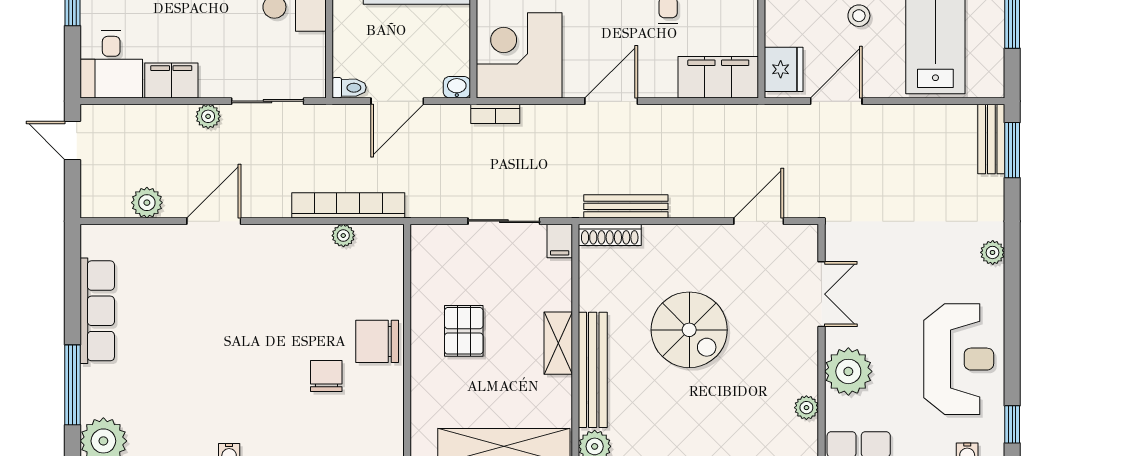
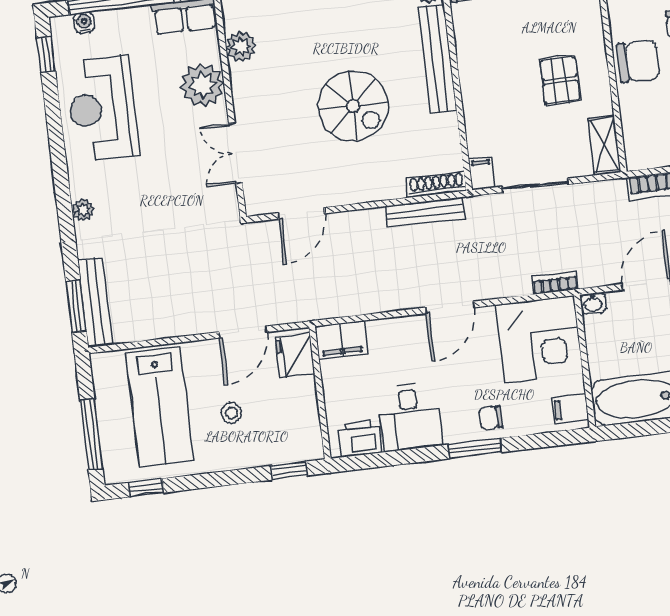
filing cabinet: (718, 77) -> (341, 340), width x0.67, depth x0.86
bench: (991, 139) -> (95, 303), width x1.36
spiral stairs: (689, 330) -> (353, 106), turned 180
shelving: (558, 343) -> (605, 145), moved
plant: (806, 408) -> (241, 47), width x1.38, depth x1.38

